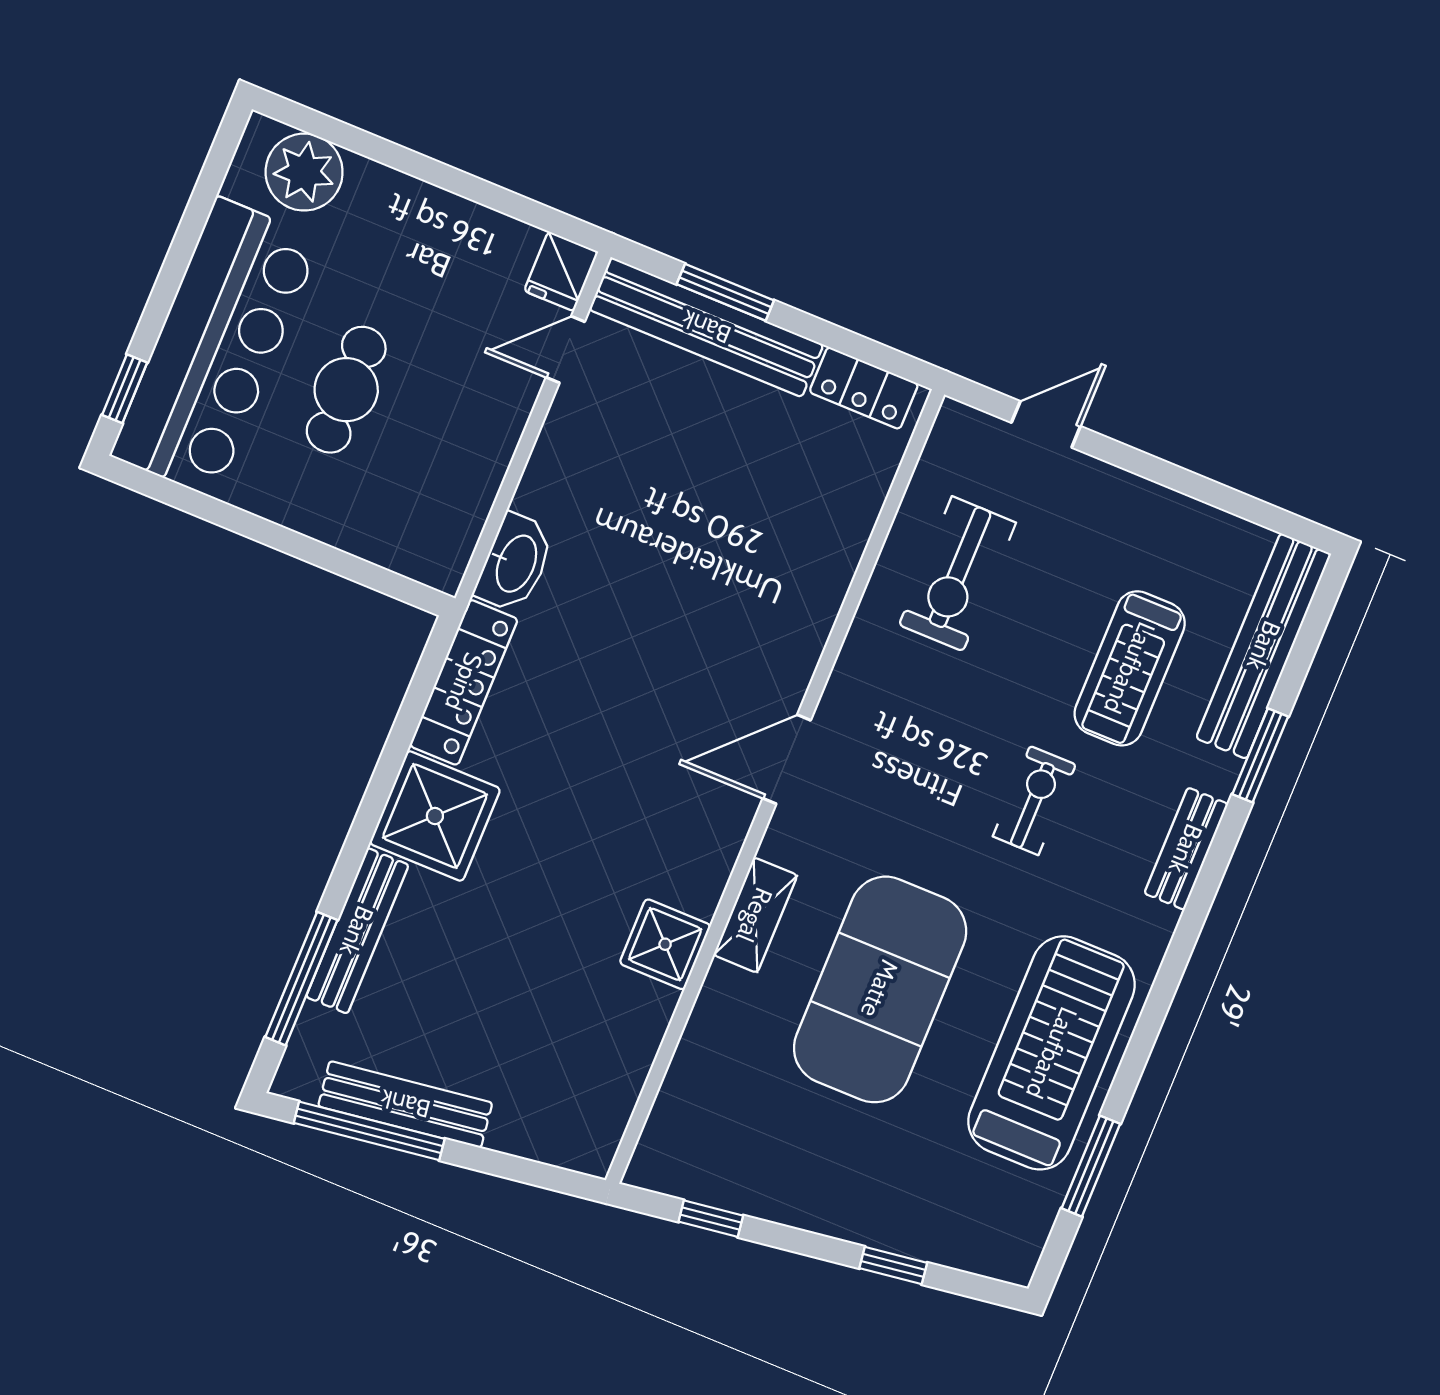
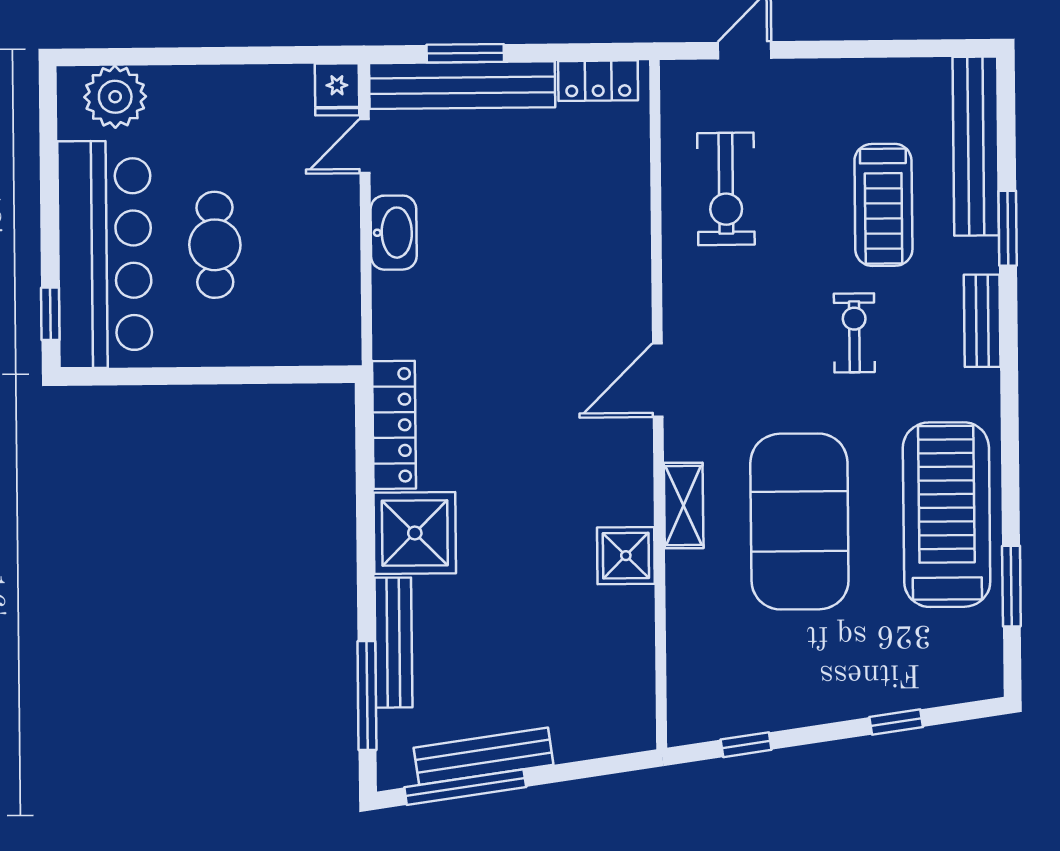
washbasin: (515, 563) -> (394, 233), moved

